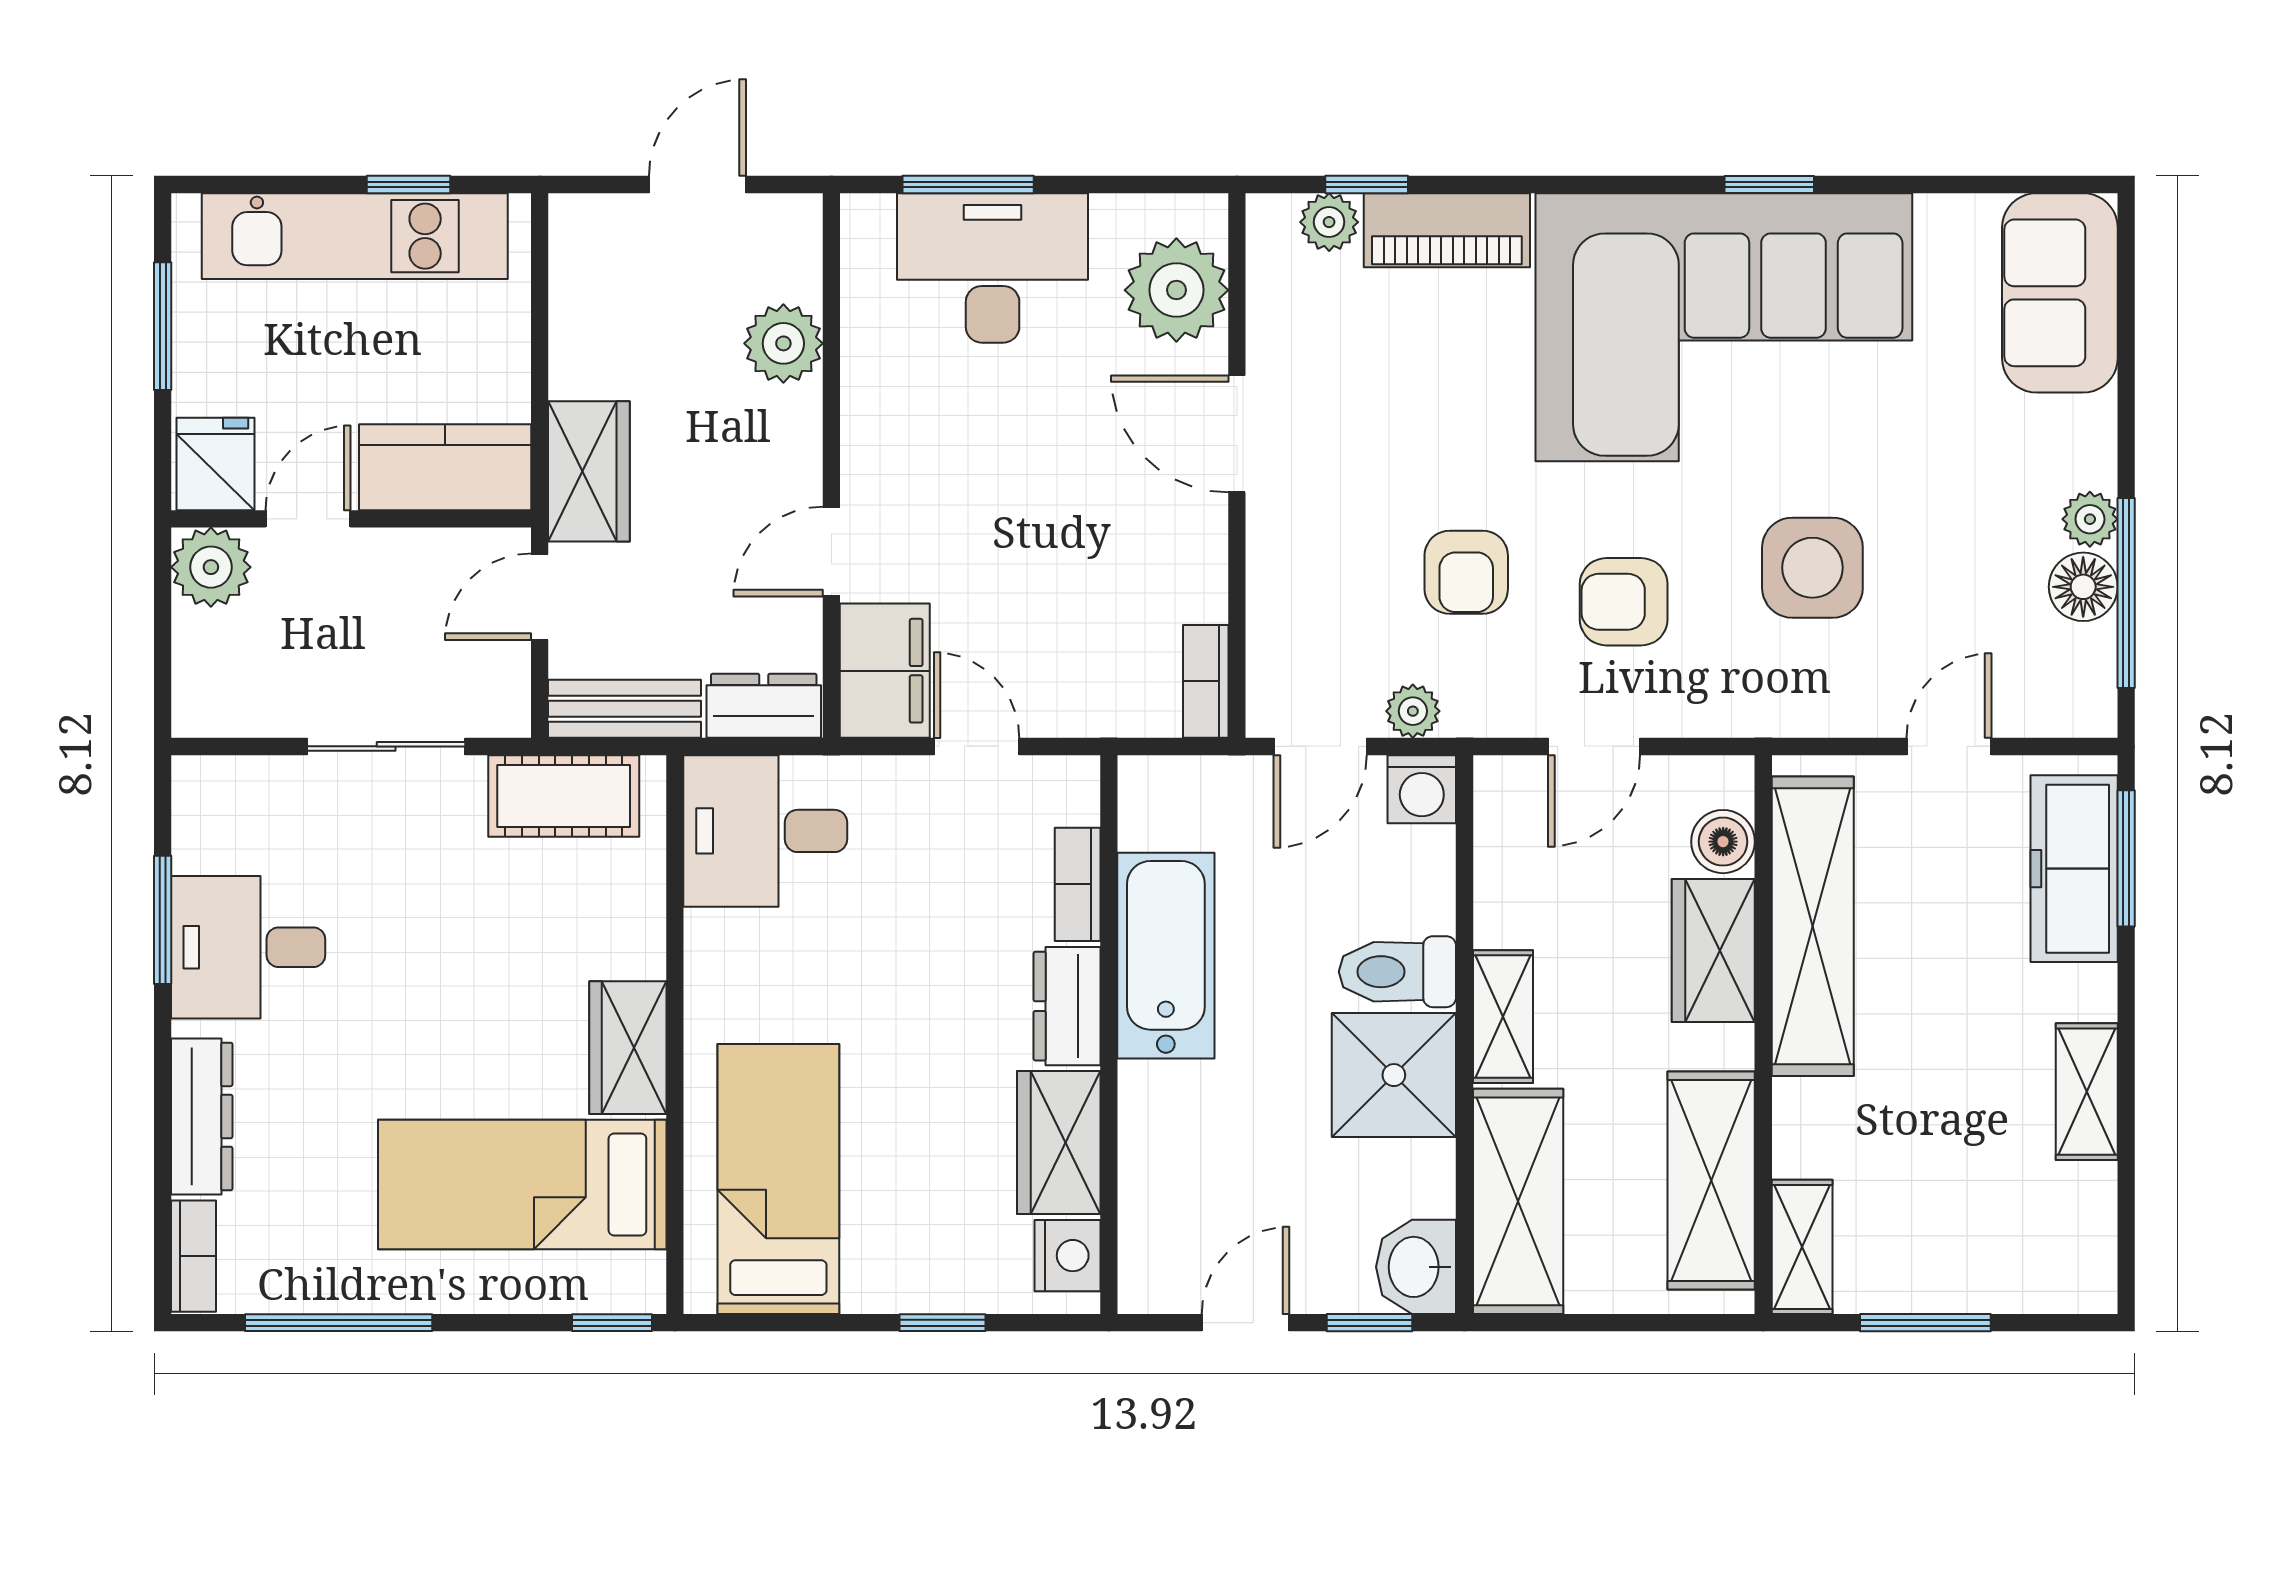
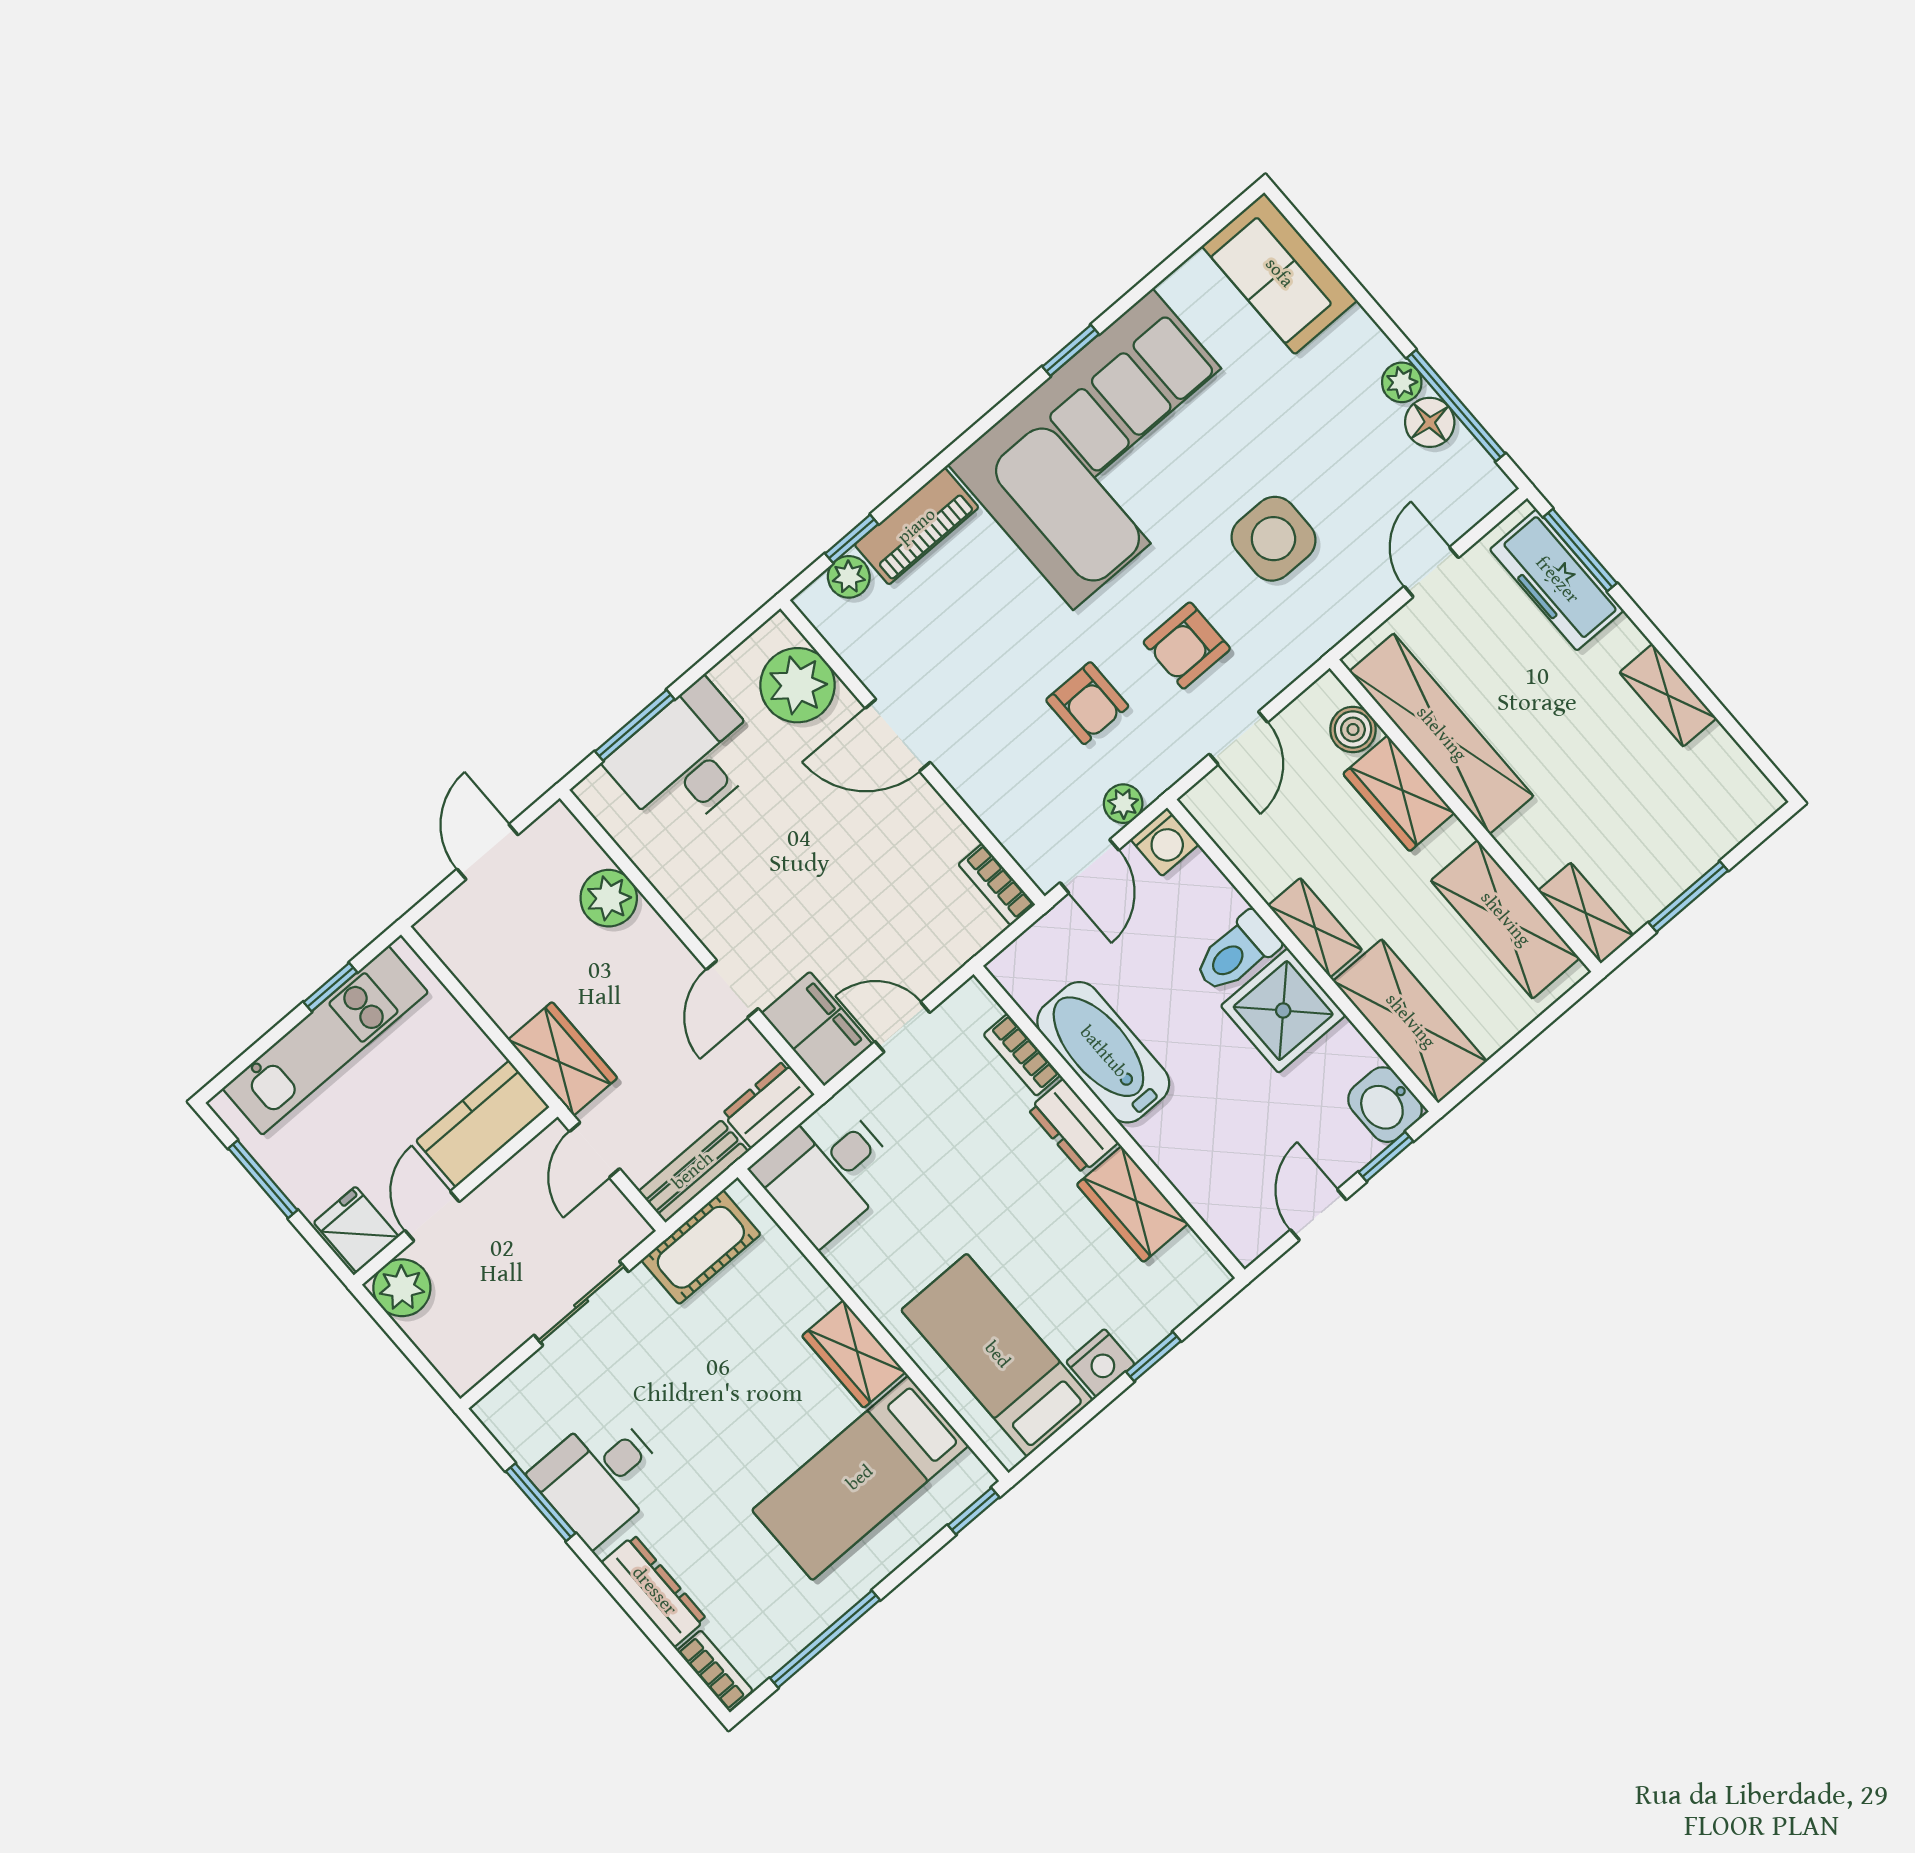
nightstand: (1067, 1256) -> (1100, 1363), moved, turned 90

